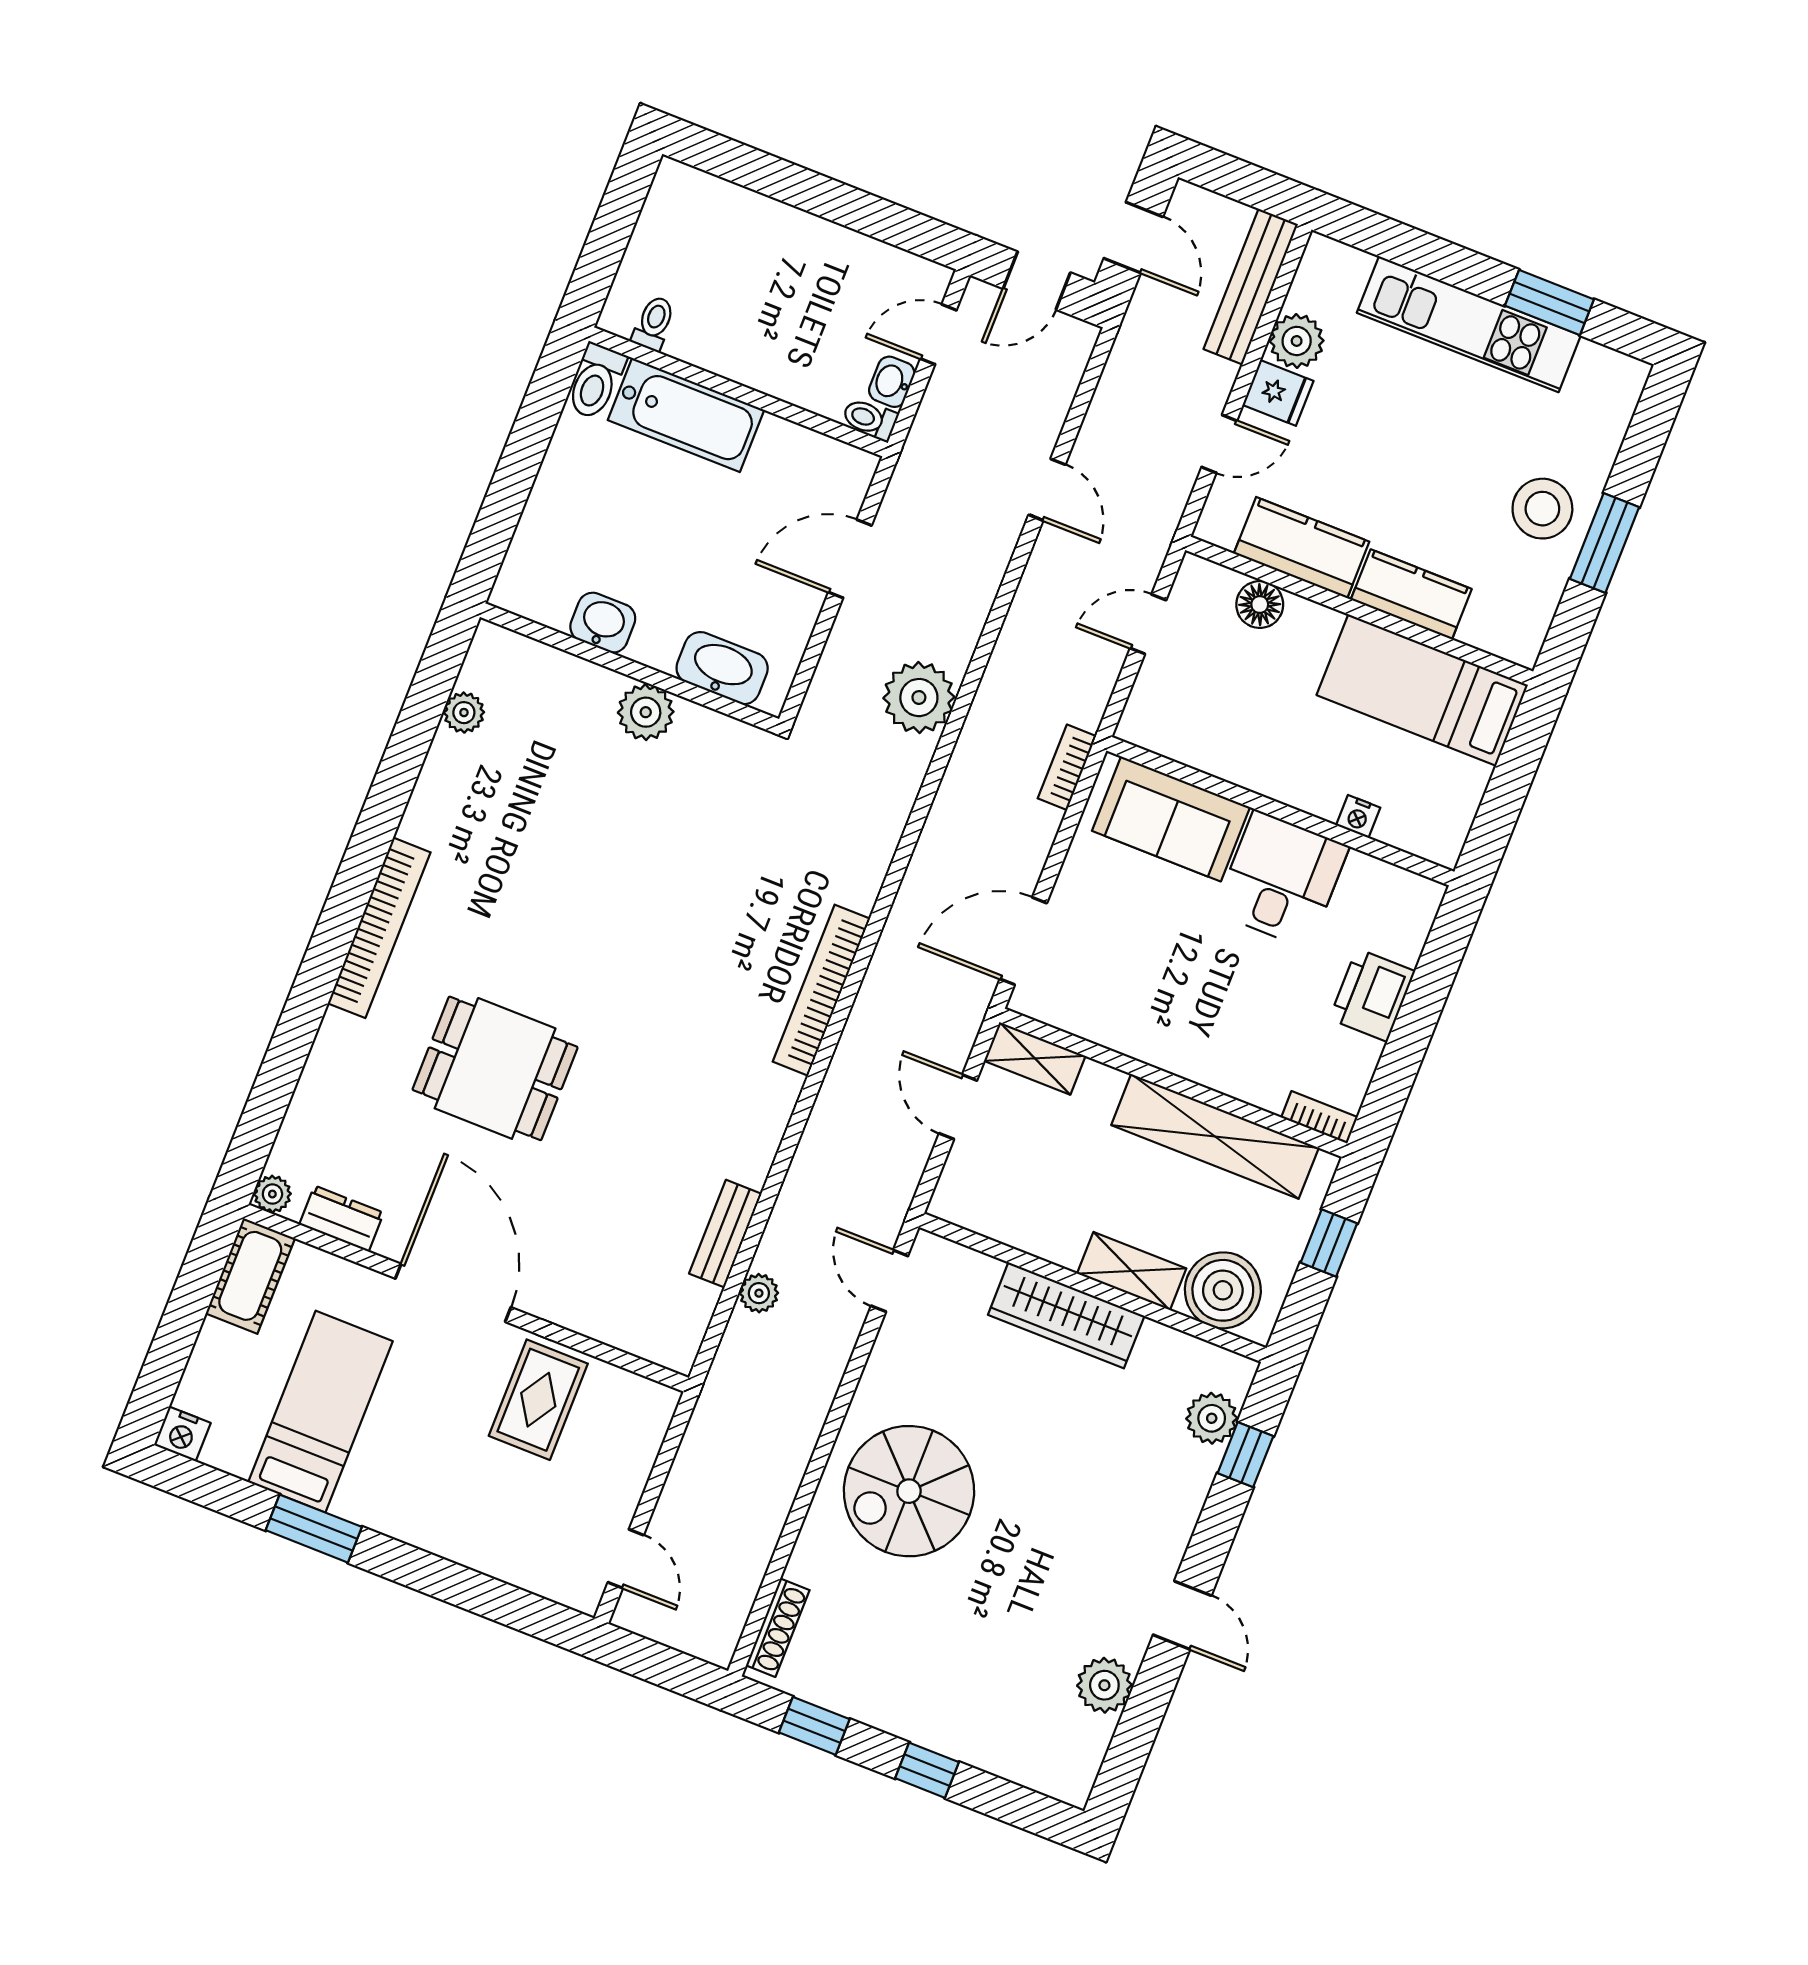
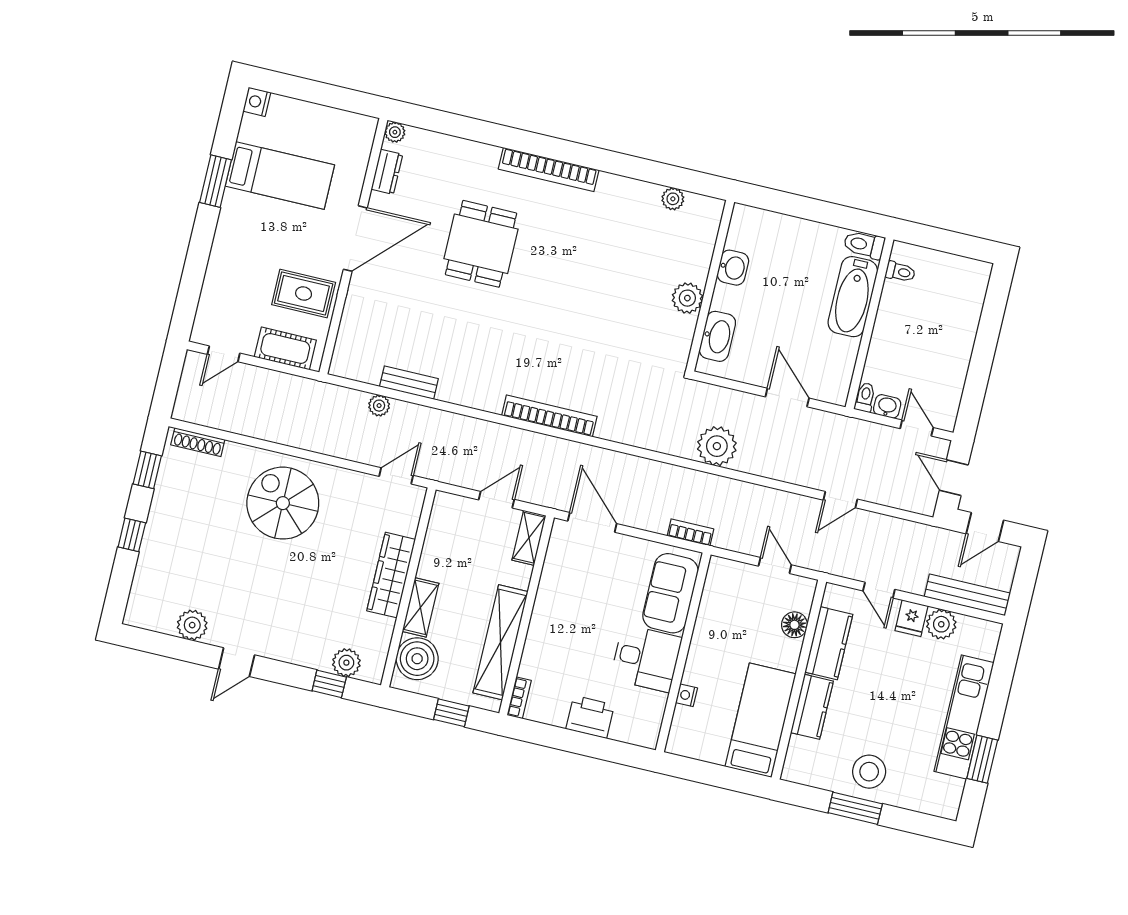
cot: (250, 1276) -> (285, 348), moved

